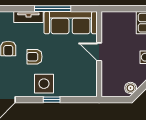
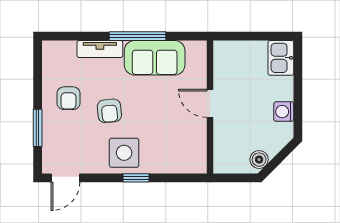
sofa: (71, 23) -> (155, 58), width x0.73
armchair: (34, 57) -> (109, 111), turned -96

